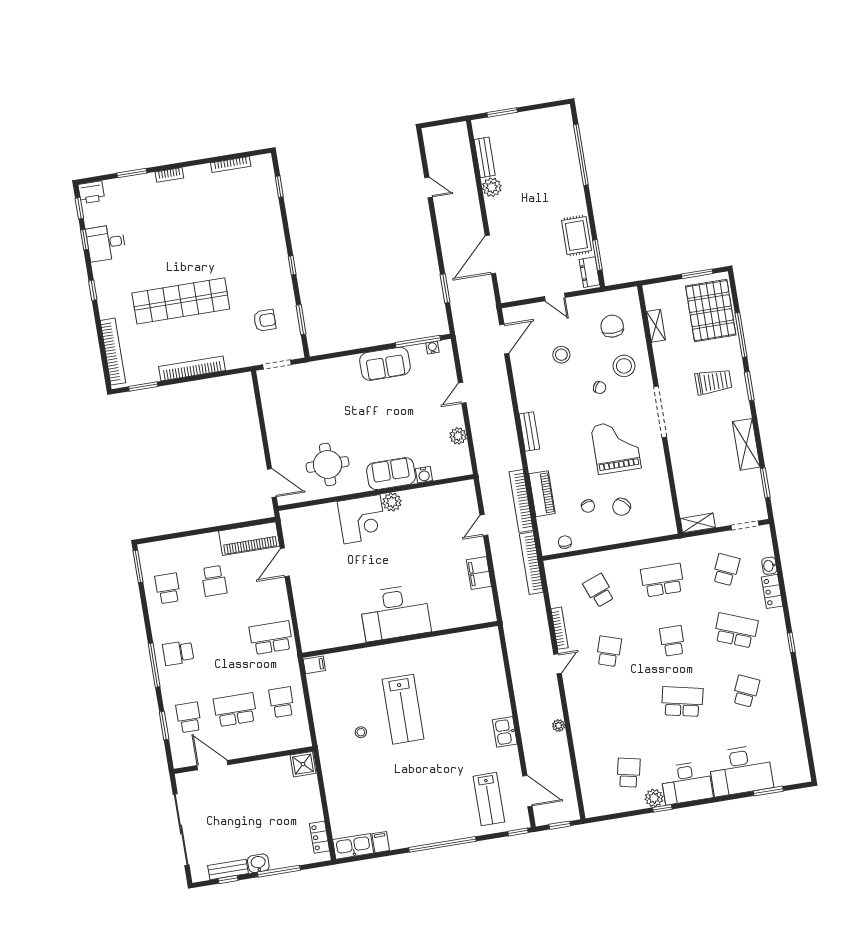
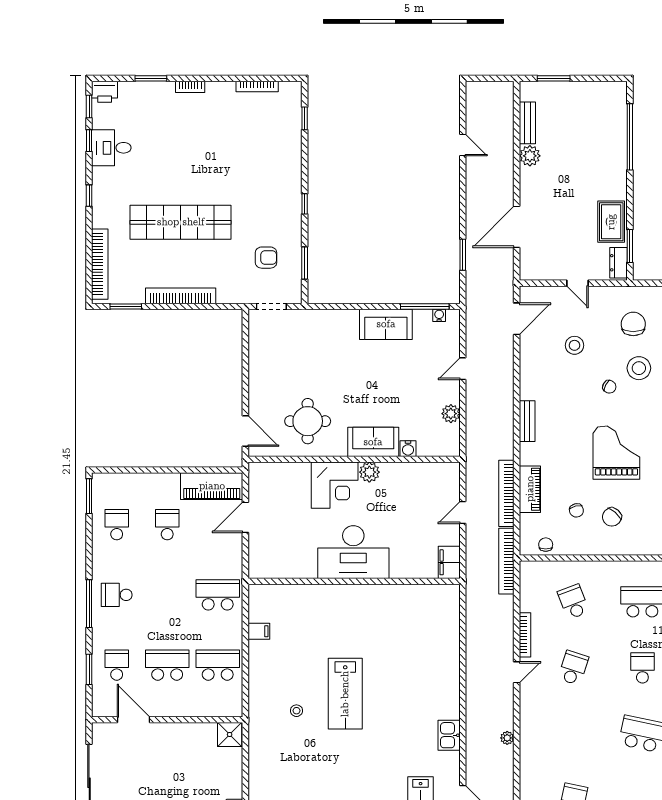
school desk: (214, 581) -> (167, 525), turned 180
desk: (395, 613) -> (353, 552), moved
wall: (400, 639) -> (354, 581), moved
school desk: (282, 702) -> (218, 665), width x1.85

